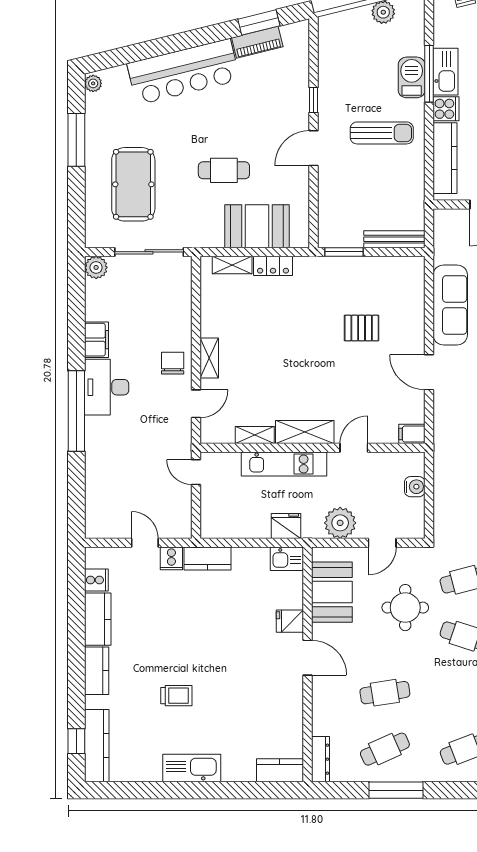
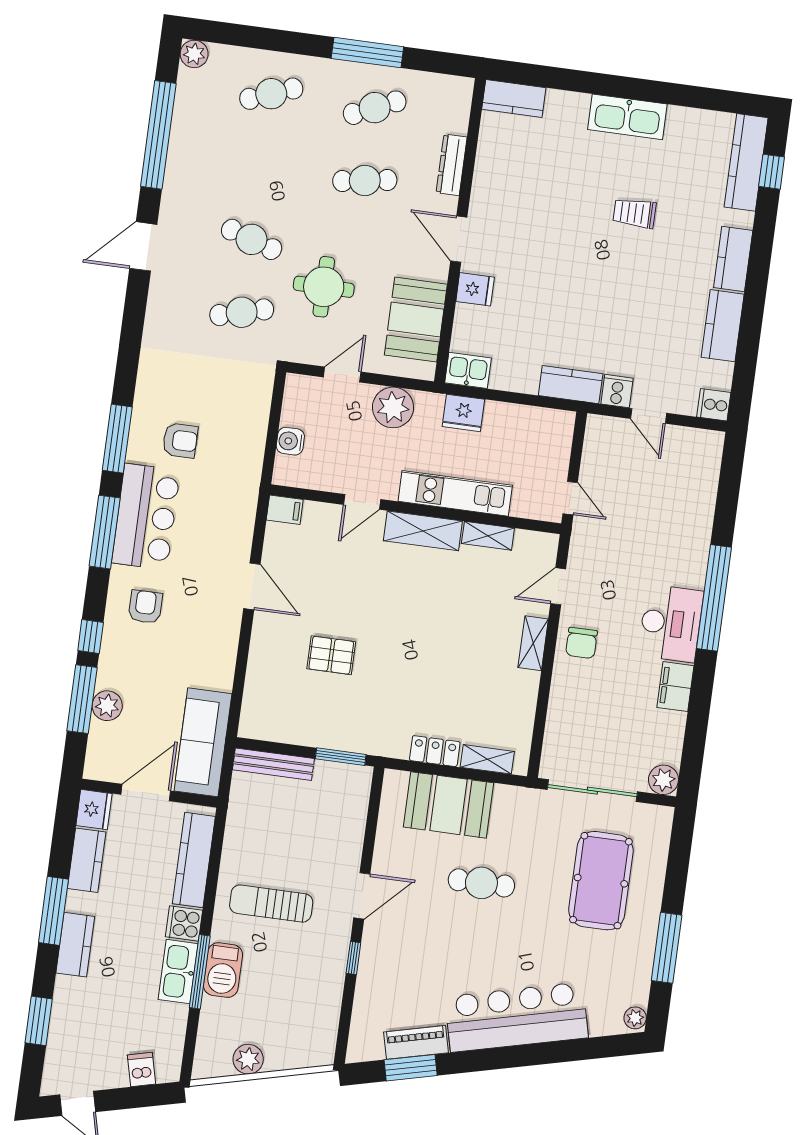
sofa: (450, 305) -> (203, 742), moved
cooker: (96, 580) -> (714, 405), moved
dresser: (320, 759) -> (452, 165), moved

